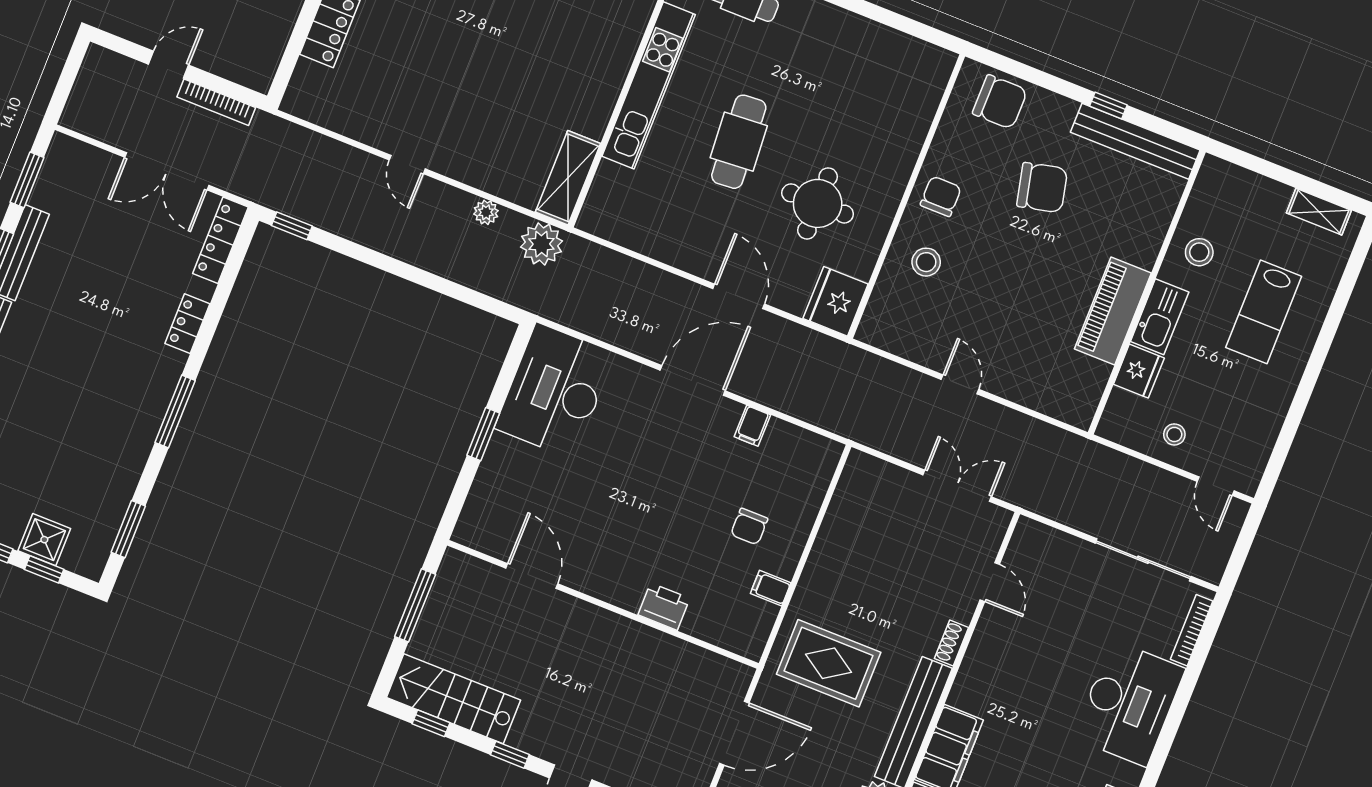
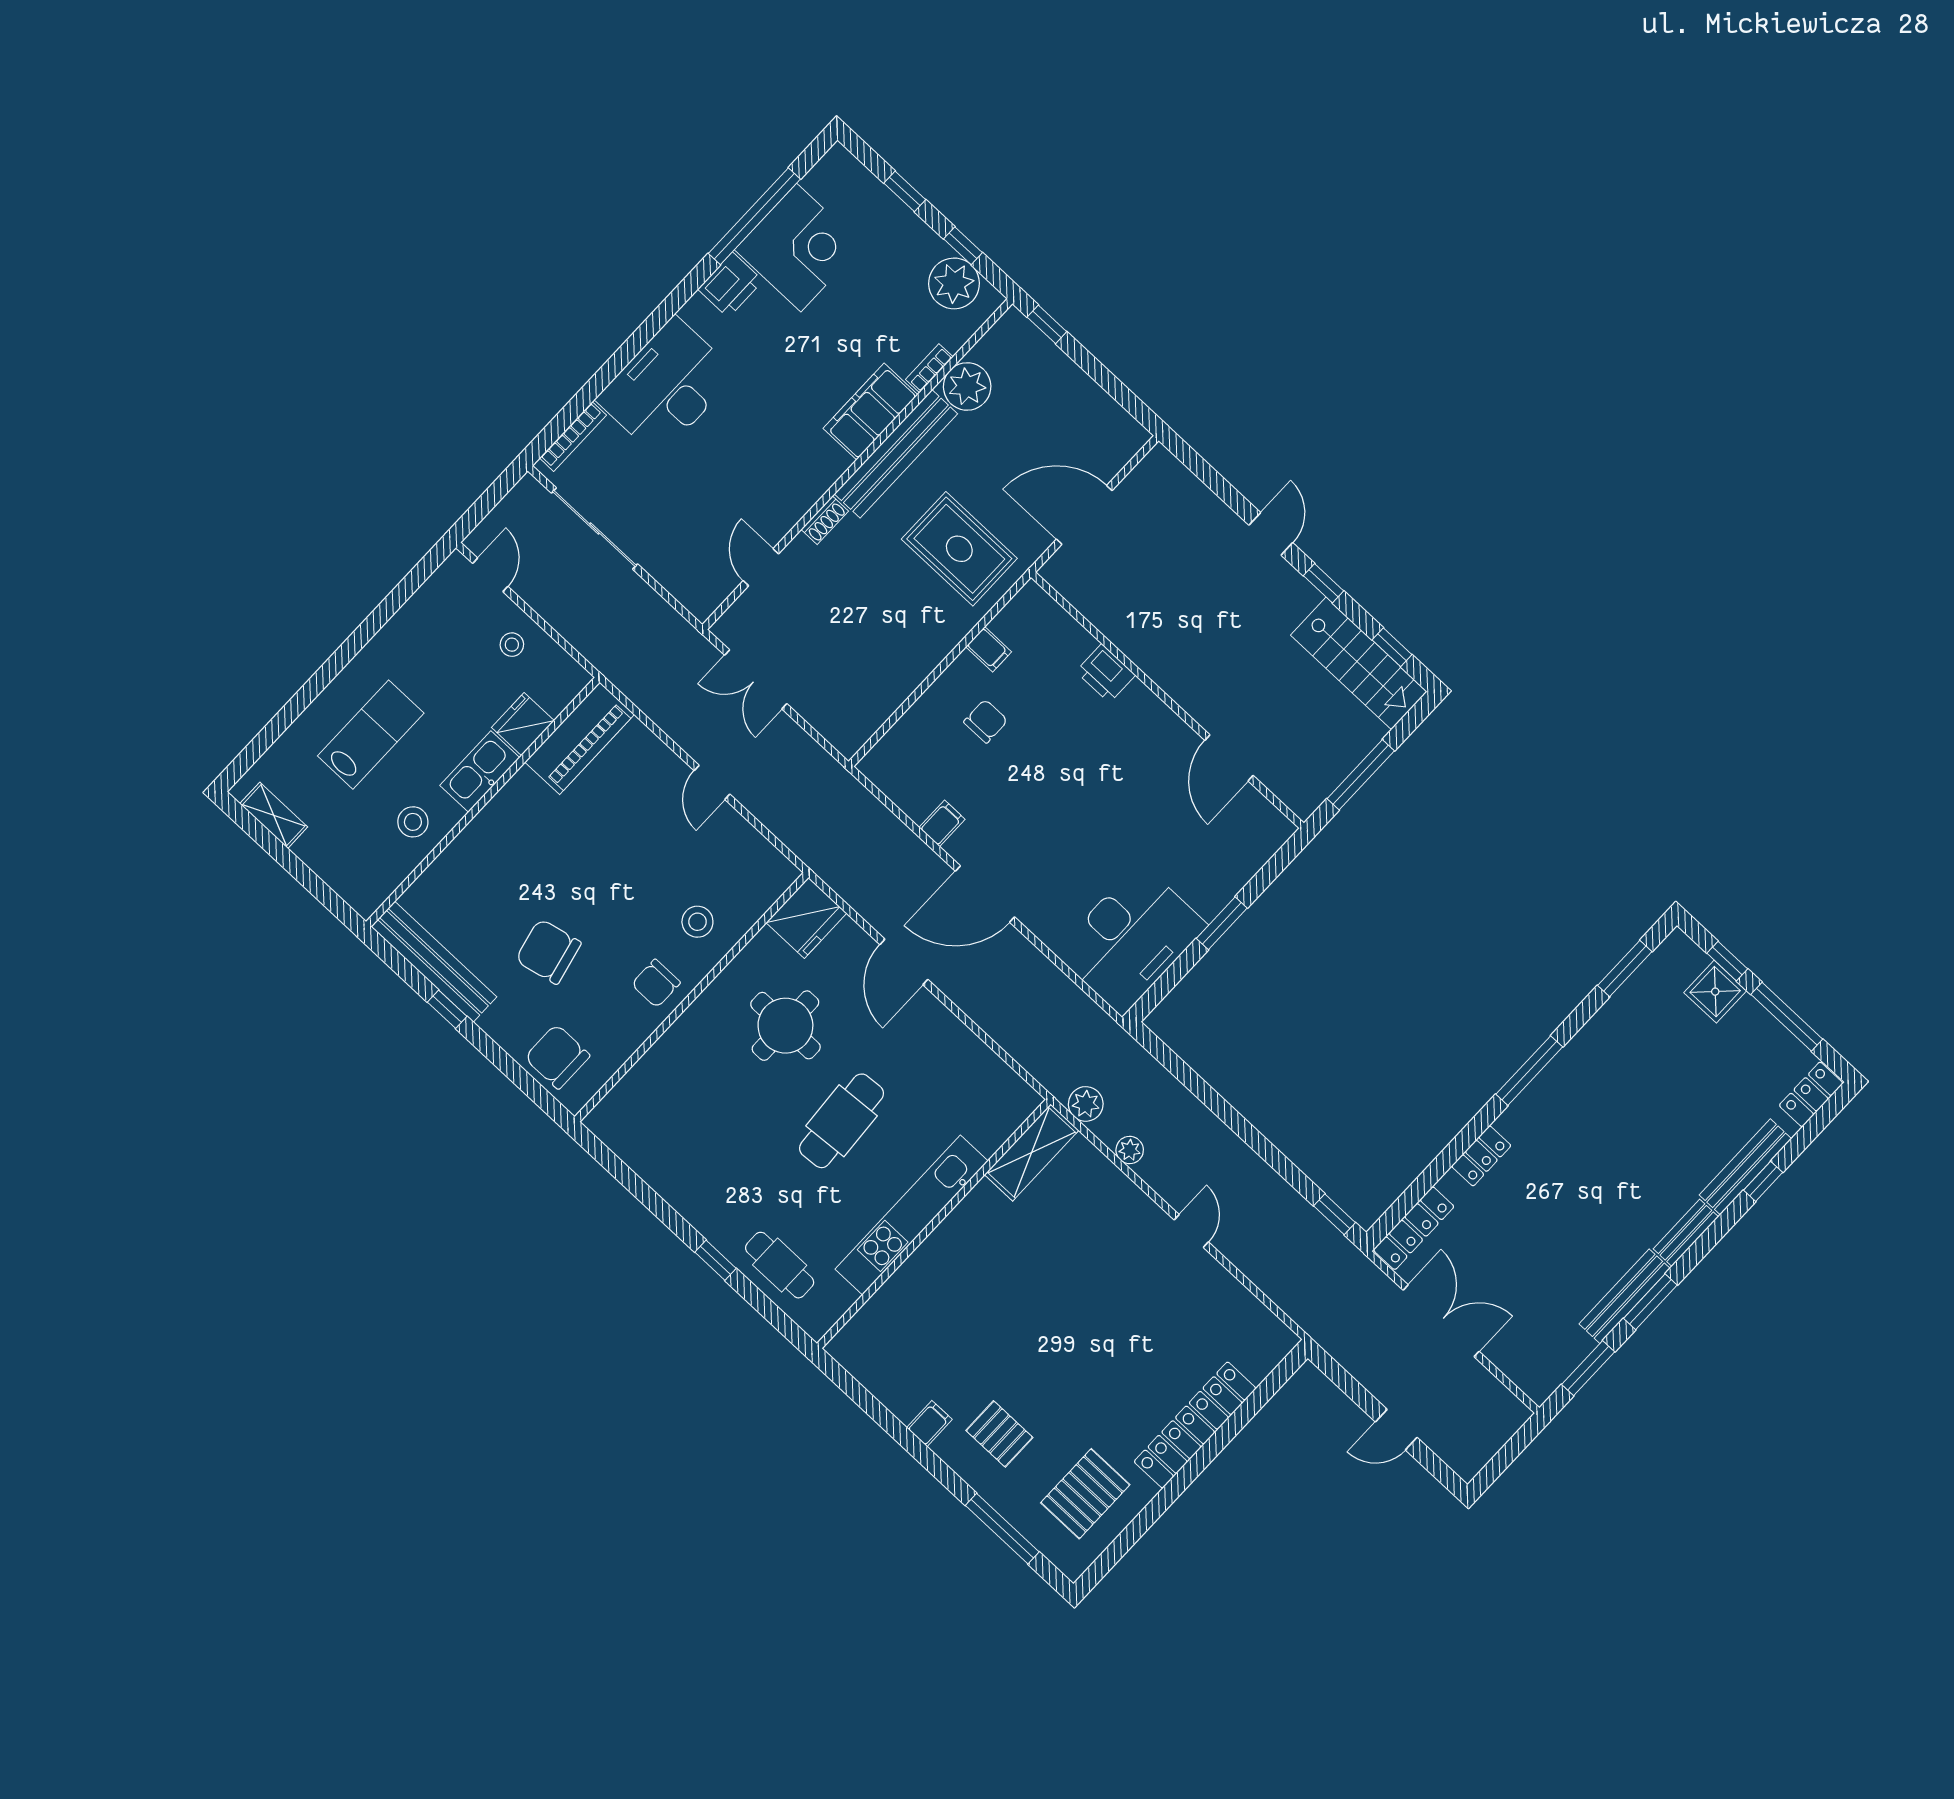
bookcase: (216, 102) -> (1362, 1372), removed
plant: (541, 244) -> (1086, 1104), width x0.73, depth x0.73
piano: (1113, 311) -> (580, 738), moved

